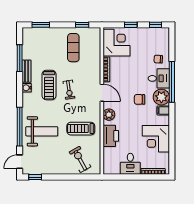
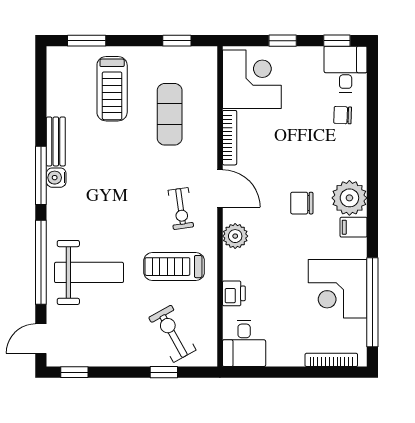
exercise mat: (73, 48) -> (170, 114), moved
window: (20, 58) -> (41, 175), moved
desk: (159, 78) -> (346, 69), moved, turned -90
window: (172, 82) -> (372, 302), moved
treadmill: (49, 85) -> (112, 89), moved
exercise bike: (69, 90) -> (181, 209), moved
printer: (111, 136) -> (234, 293), width x0.53, depth x0.68
desk: (130, 164) -> (244, 343), moved
window: (76, 177) -> (164, 372), added

